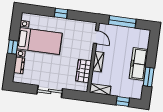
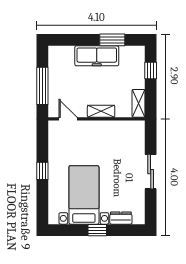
door: (96, 37) -> (68, 119), hinge flipped
wardrobe: (84, 71) -> (117, 129), removed

